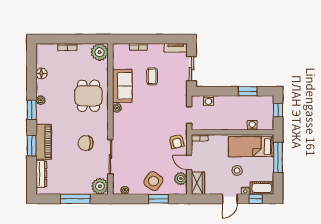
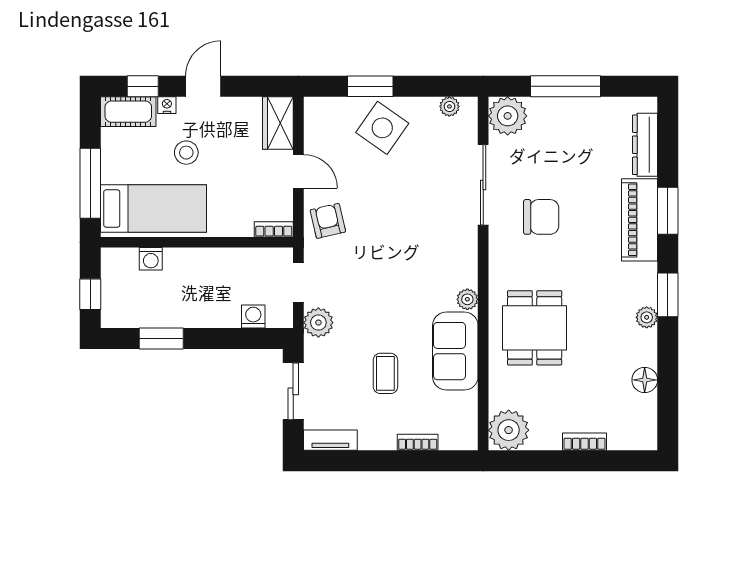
plant: (181, 178) -> (318, 323), moved

